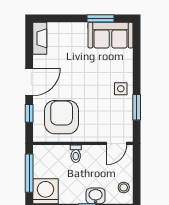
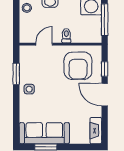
sofa: (111, 35) -> (44, 133), width x1.36
door: (29, 82) -> (105, 95), hinge flipped
door: (117, 143) -> (44, 44), moved

